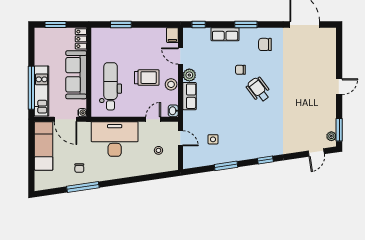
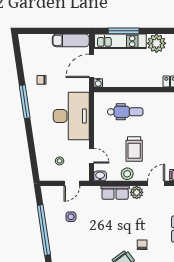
plant: (44, 56) -> (156, 43), added
sofa: (76, 75) -> (137, 77), removed
dental chair: (111, 86) -> (125, 112), width x0.73, depth x0.72
window: (31, 88) -> (124, 31), width x0.68
exam couch: (44, 146) -> (71, 40), width x0.73, depth x0.69
window: (226, 166) -> (44, 230), width x2.11
window: (83, 187) -> (25, 102), moved

